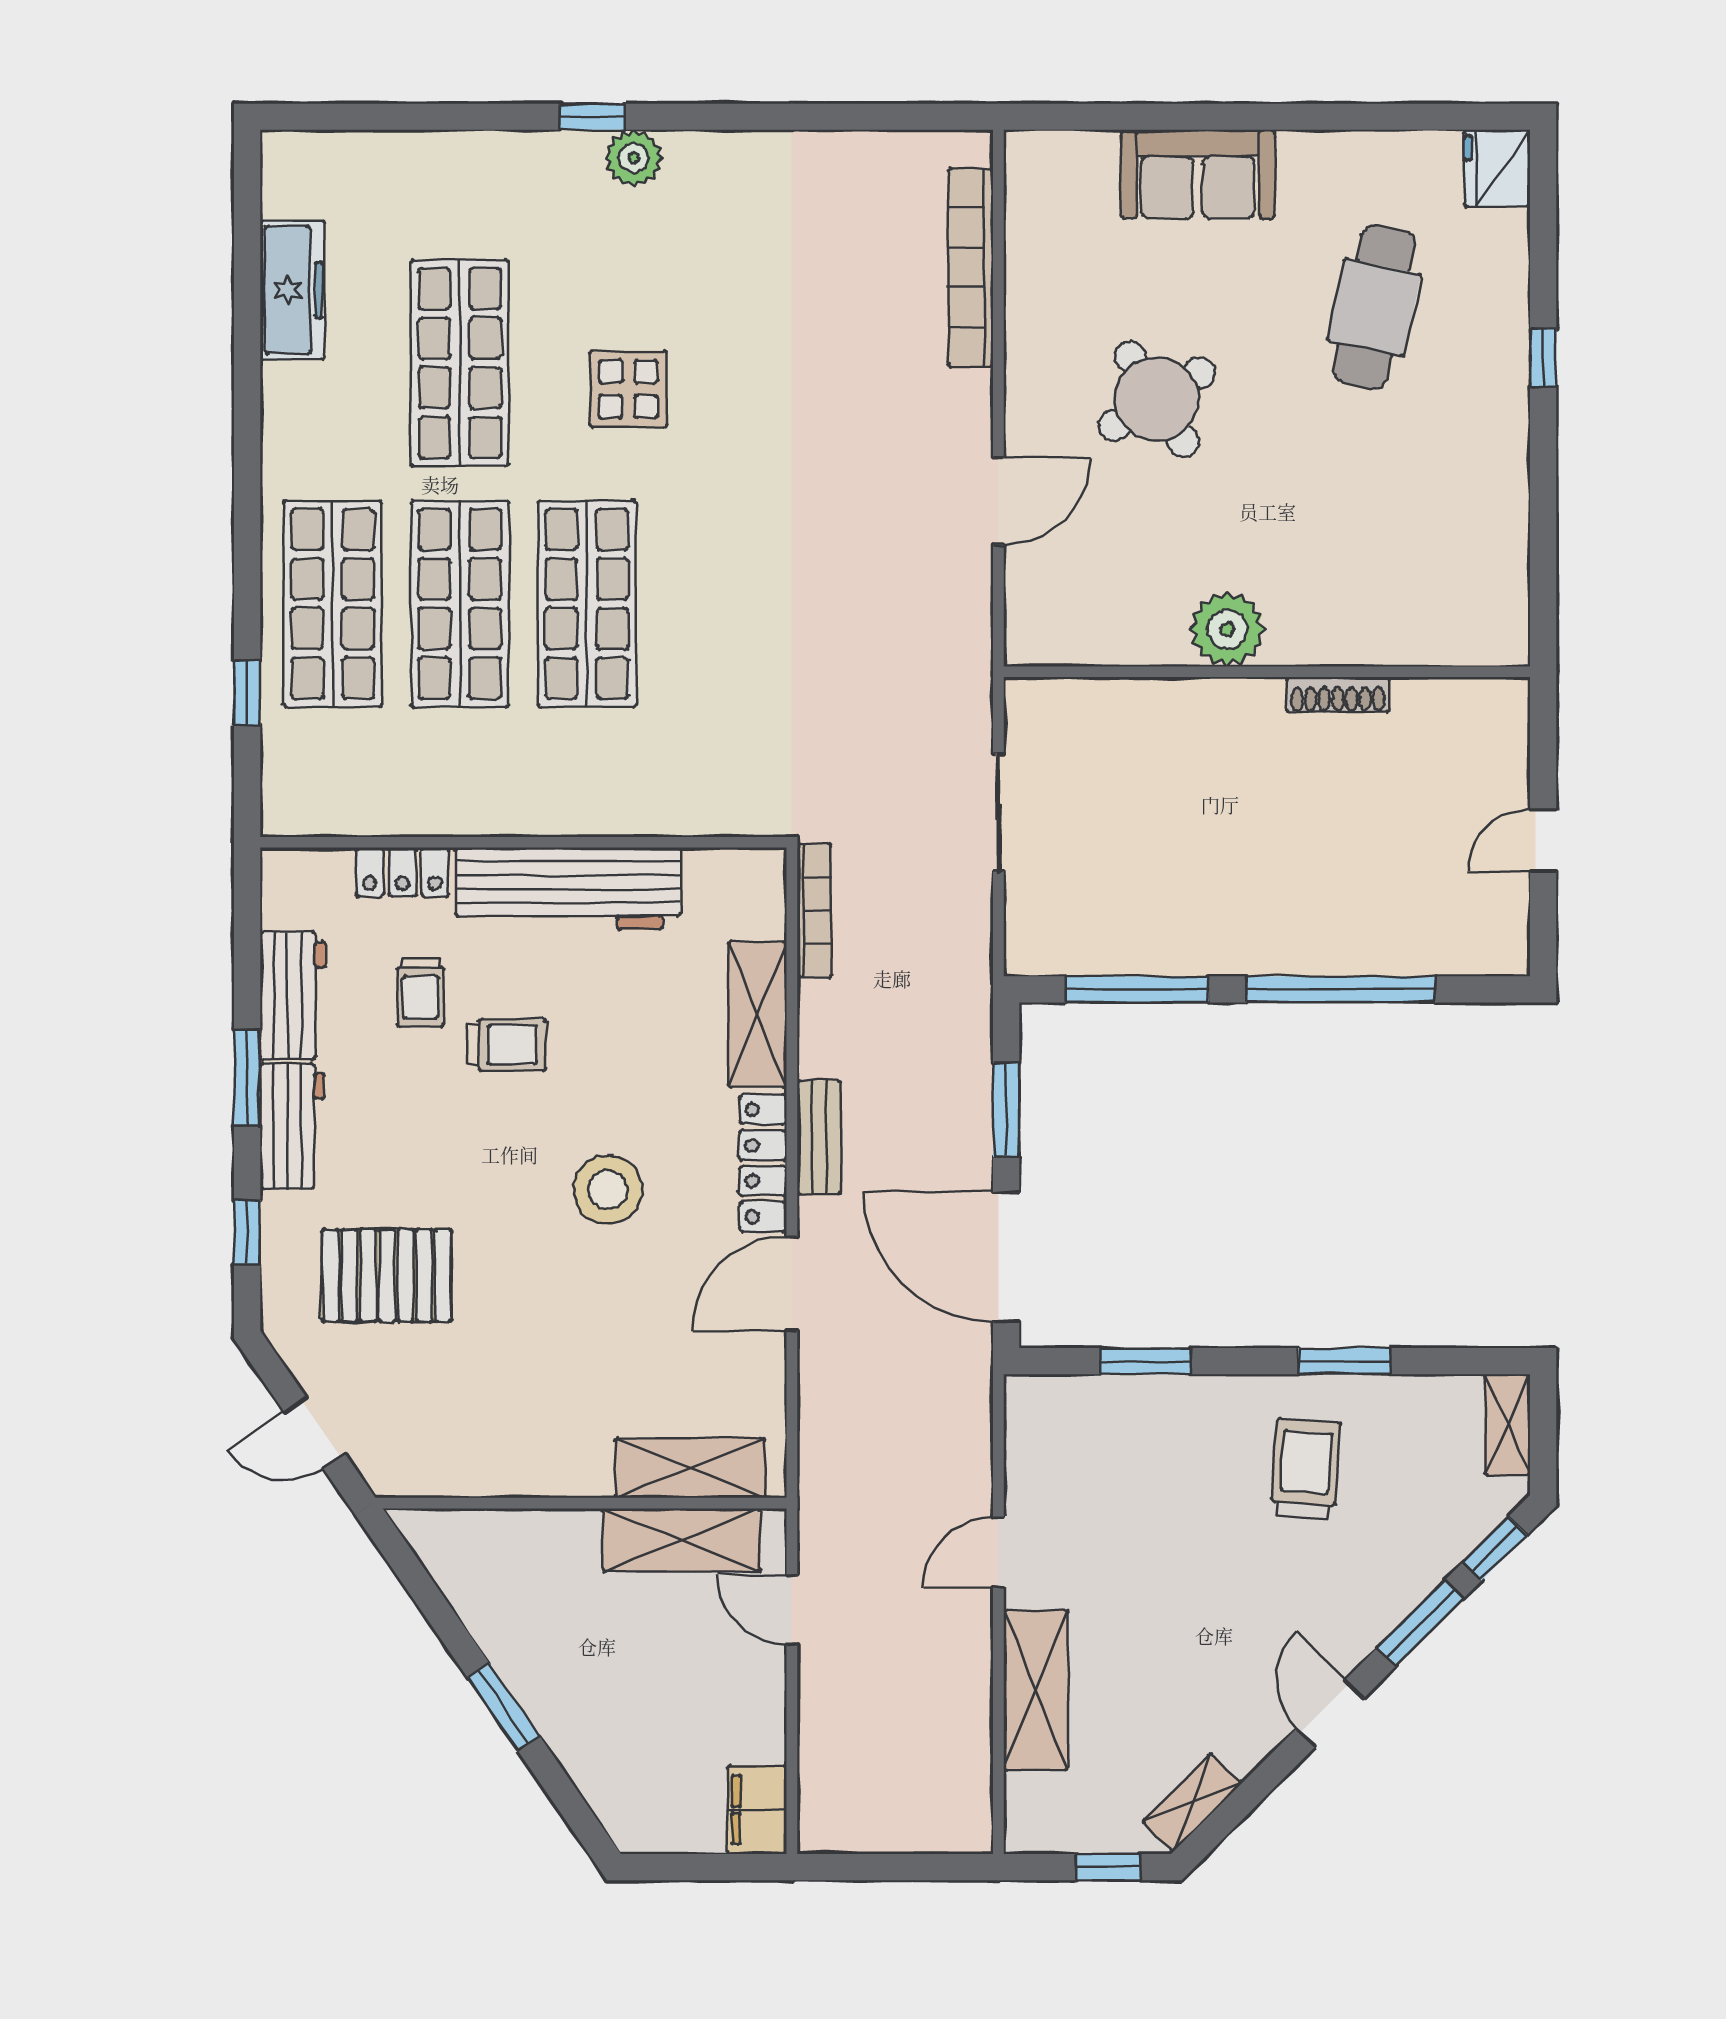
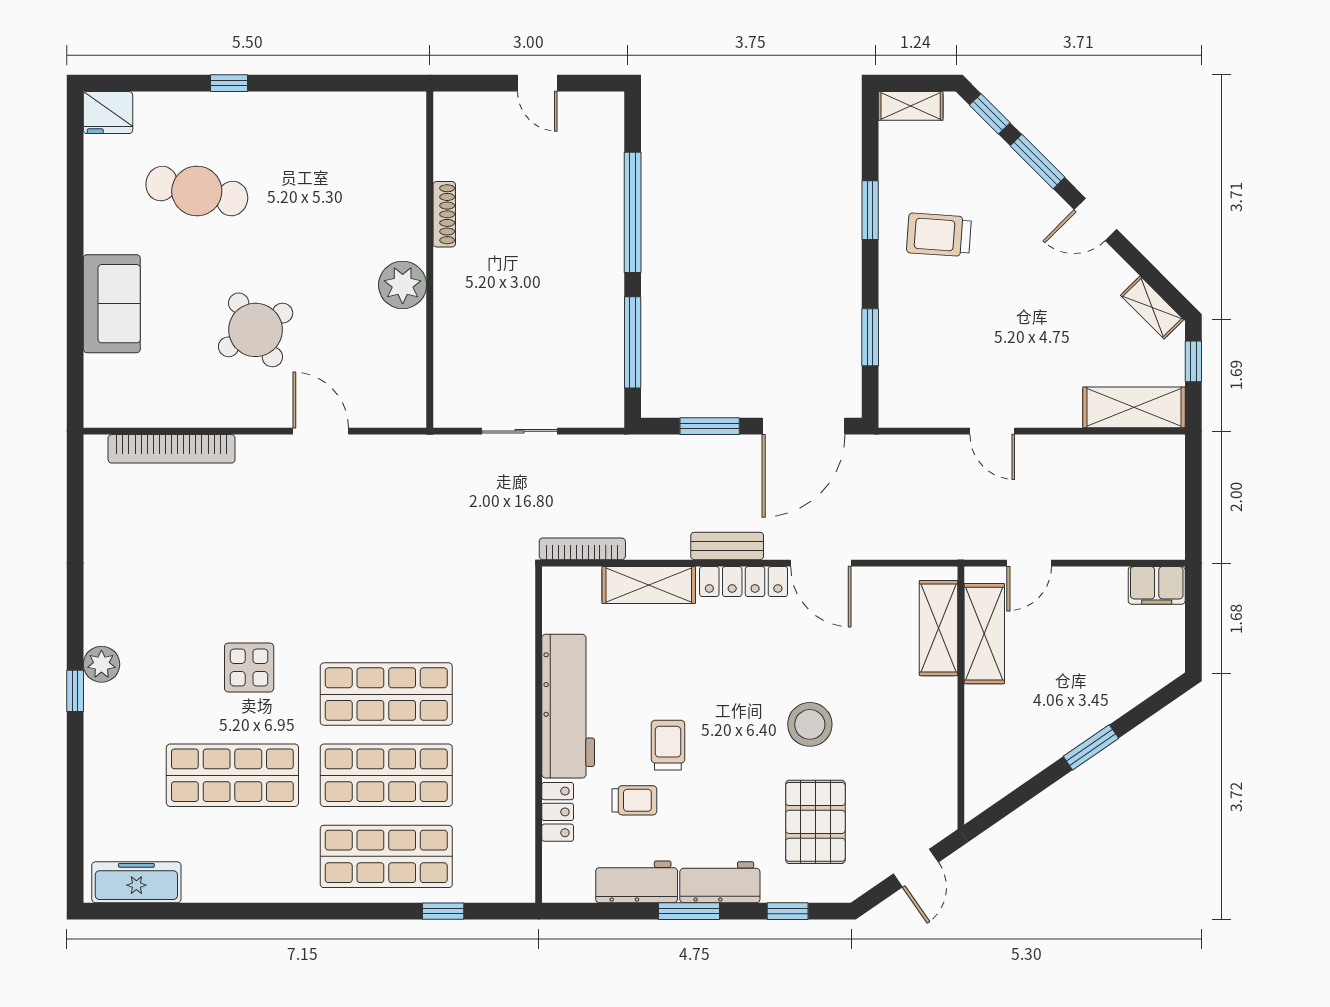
freezer: (292, 290) -> (136, 882), moved
stool: (608, 1189) -> (810, 724), moved
shelving: (1036, 1690) -> (1134, 407), moved

